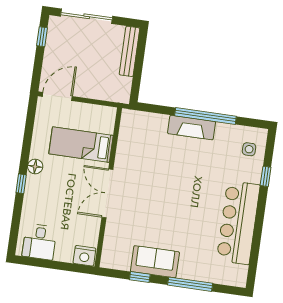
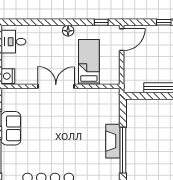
door: (57, 96) -> (122, 40), hinge flipped
window: (21, 184) -> (101, 22), moved

